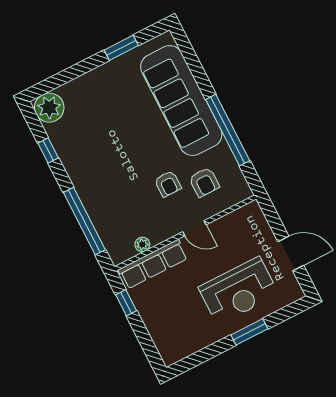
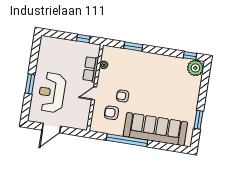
window: (48, 151) -> (190, 56), moved
window: (84, 221) -> (133, 47), width x0.47
row of seats: (153, 264) -> (91, 69), width x0.68

